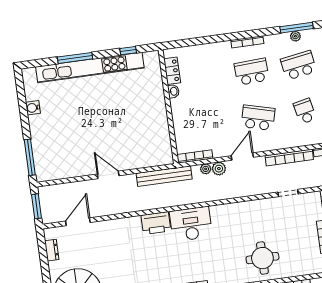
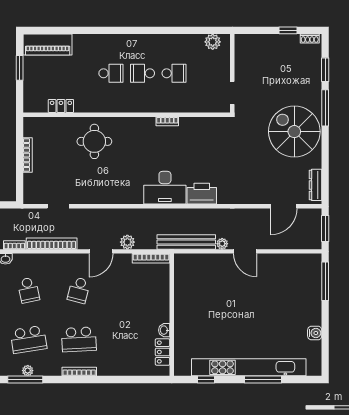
school desk: (258, 118) -> (79, 290), width x0.54
plant: (206, 169) -> (222, 244), moved
dresser: (52, 250) -> (316, 185), width x1.44

